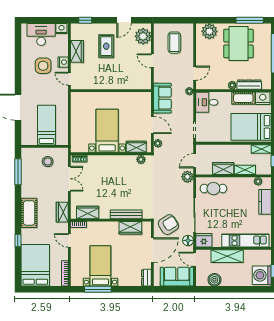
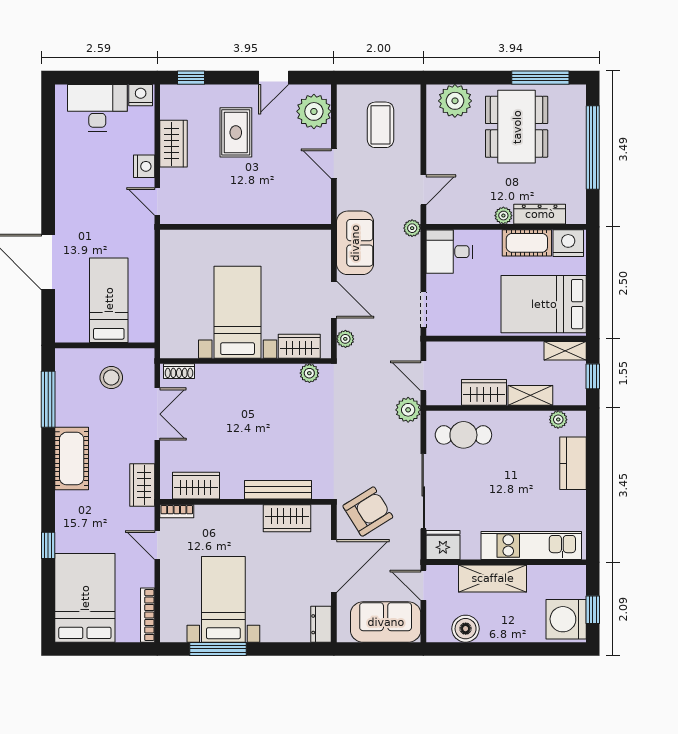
side table: (43, 66) -> (102, 174), removed
door: (195, 161) -> (423, 376), hinge flipped
cot: (29, 213) -> (72, 459), moved
floor lamp: (188, 240) -> (409, 545), removed

